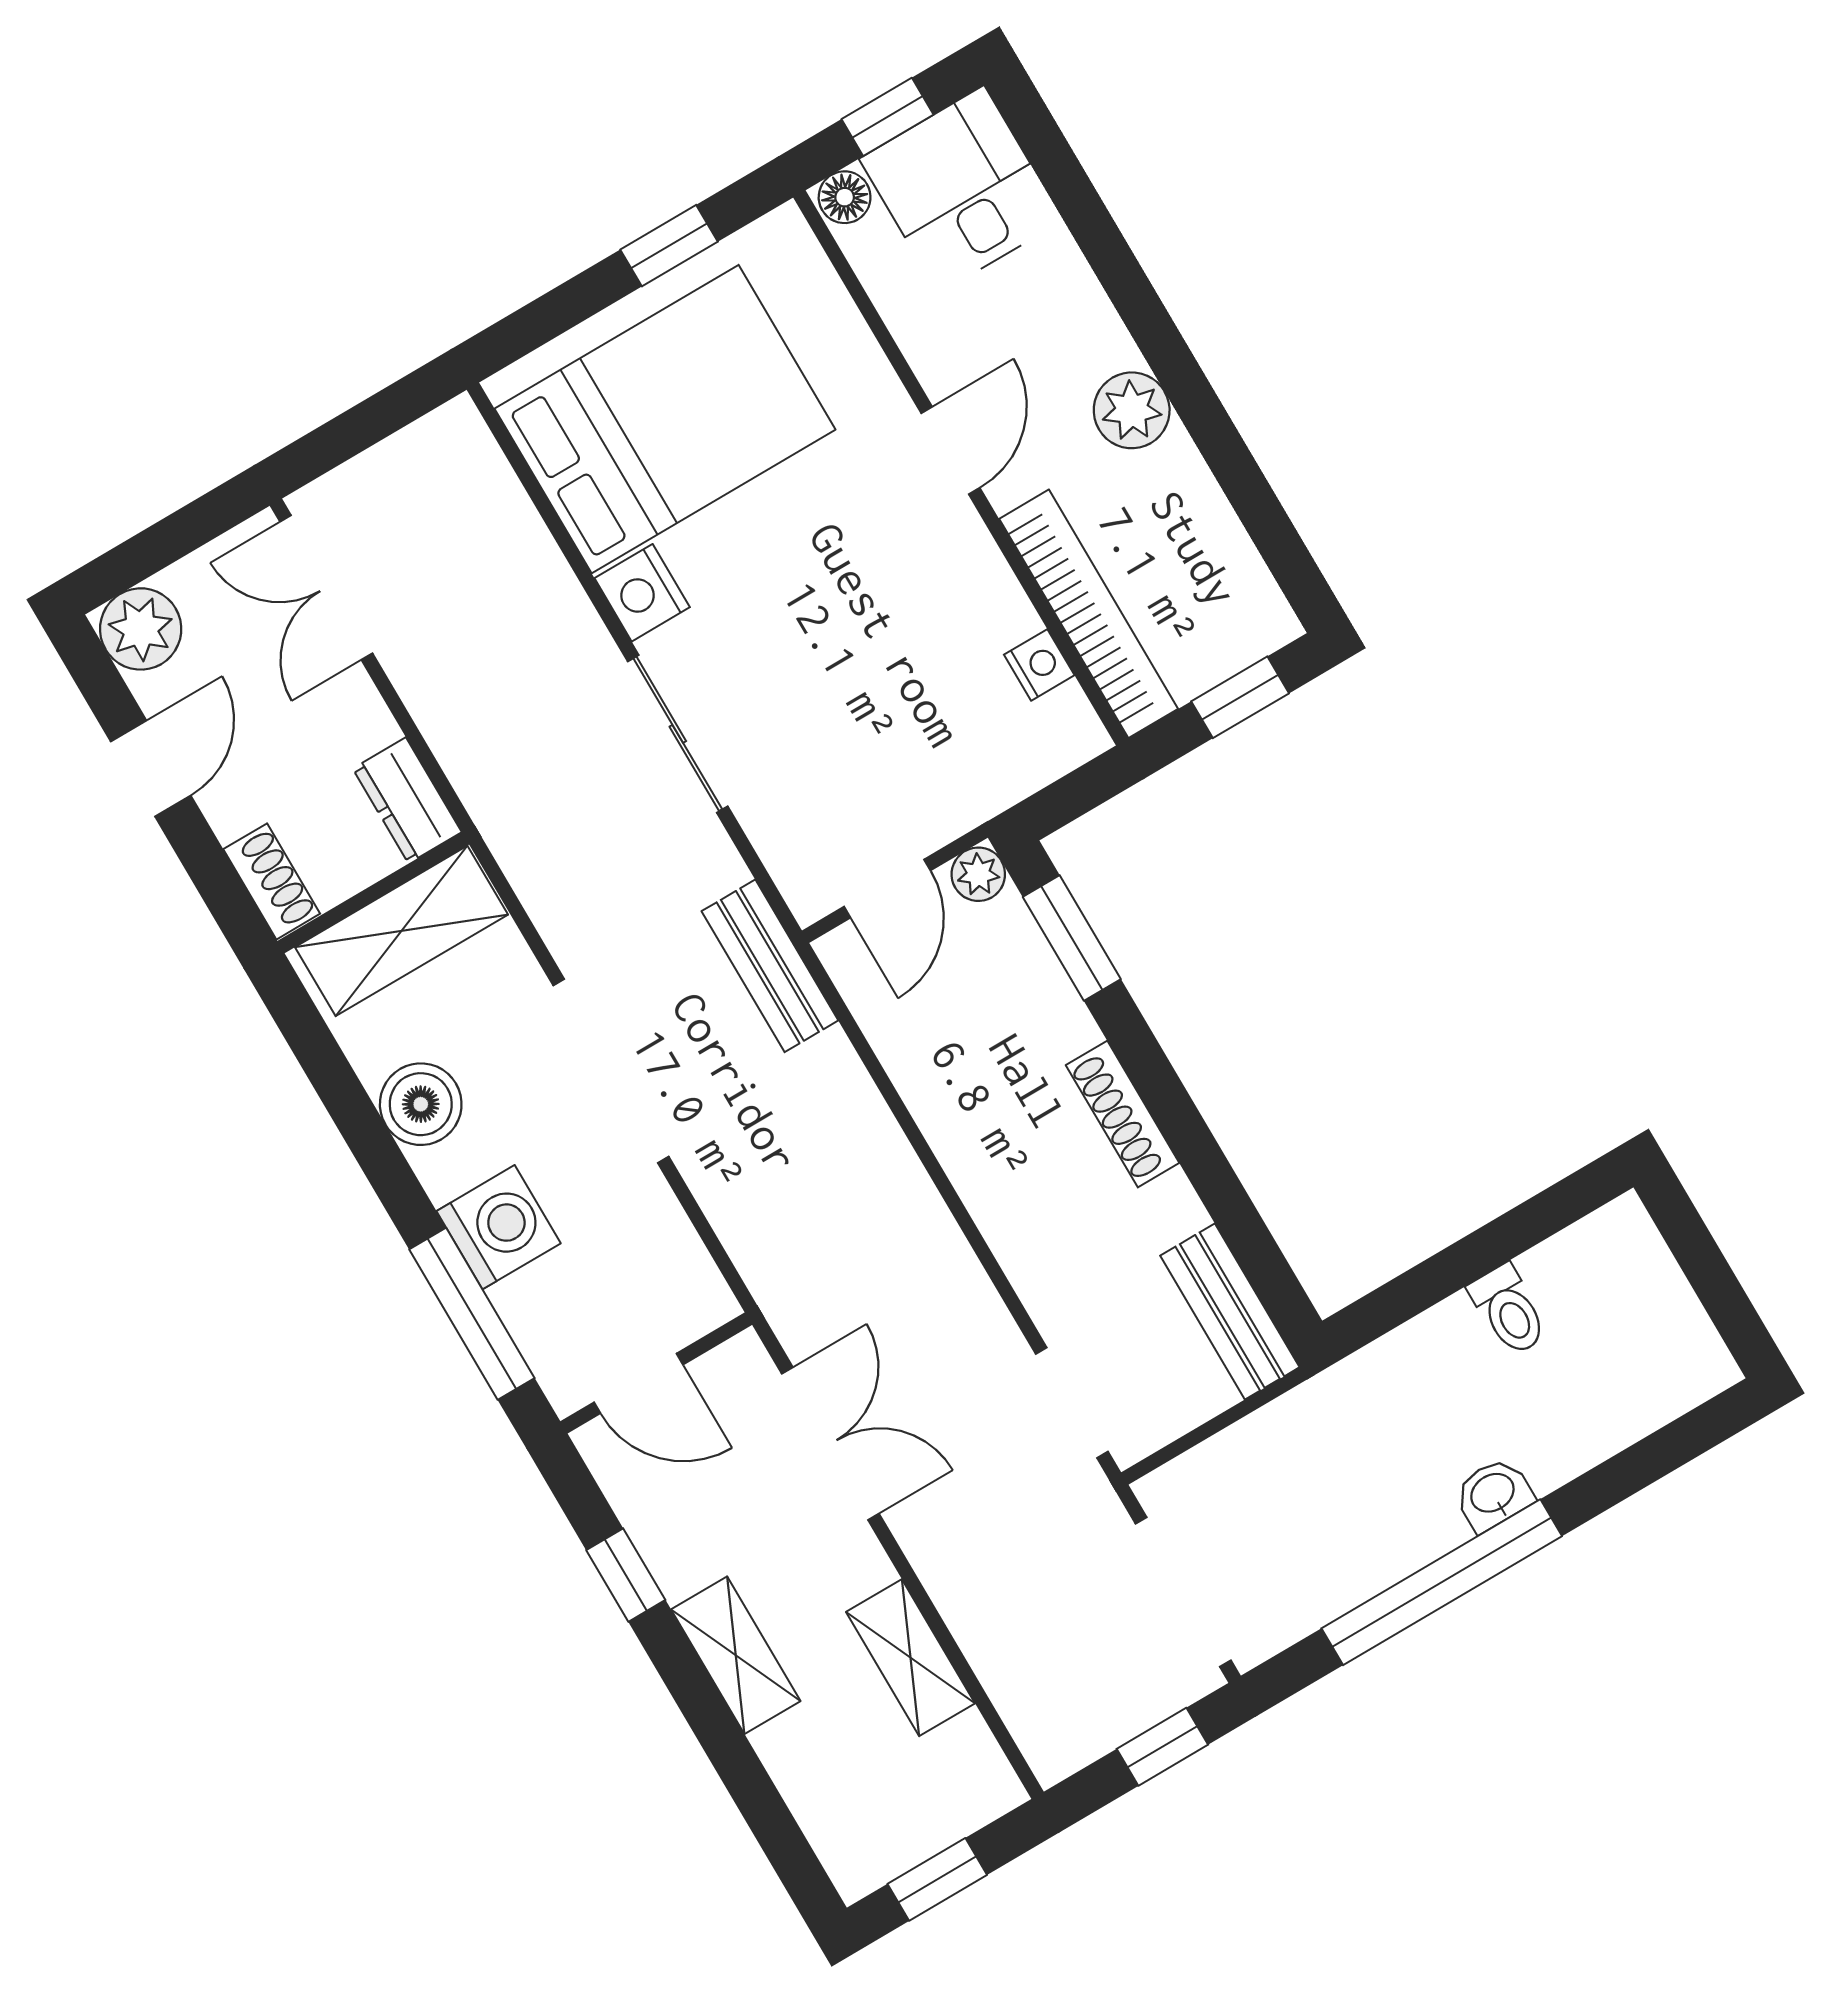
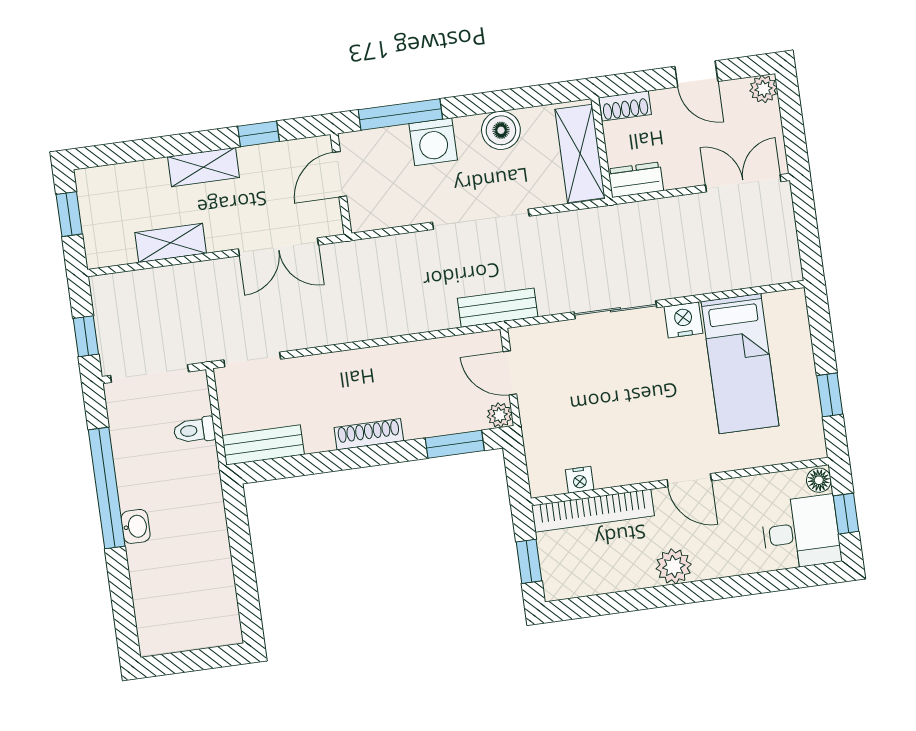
bed: (665, 419) -> (740, 364), width x0.67
plant: (141, 629) -> (763, 89), width x0.73, depth x0.73
toilet: (1509, 1310) -> (194, 430), moved

